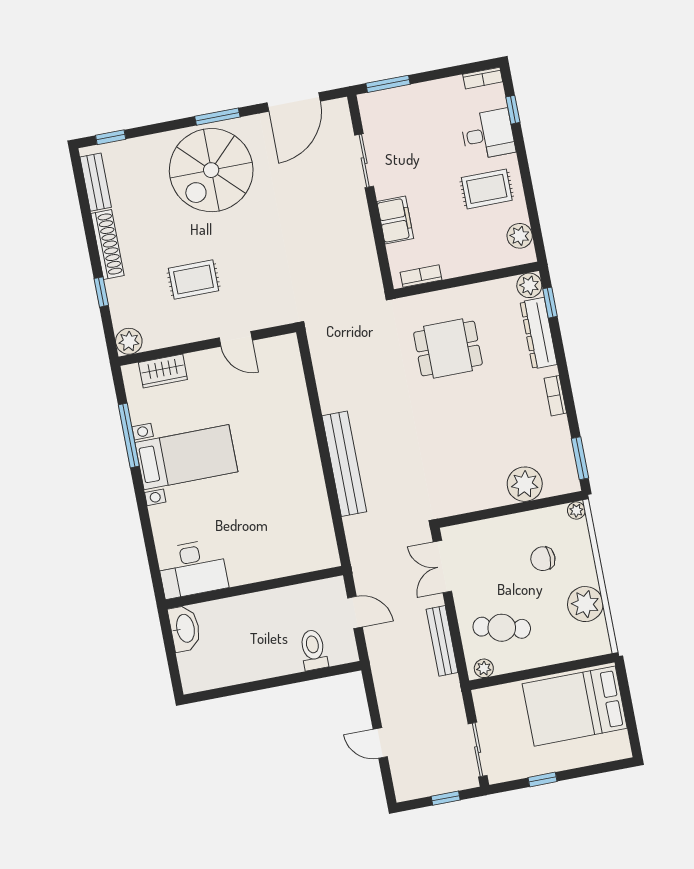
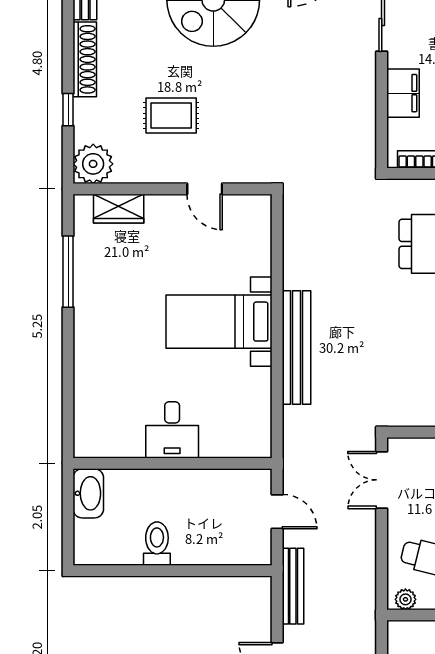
plant: (129, 341) -> (93, 164), width x1.36, depth x1.36
bed with nightstands: (186, 457) -> (219, 322), moved, turned 180
desk: (192, 569) -> (172, 430), moved, width x0.73
bench: (442, 641) -> (293, 586), moved
toilet: (313, 650) -> (157, 544), moved

